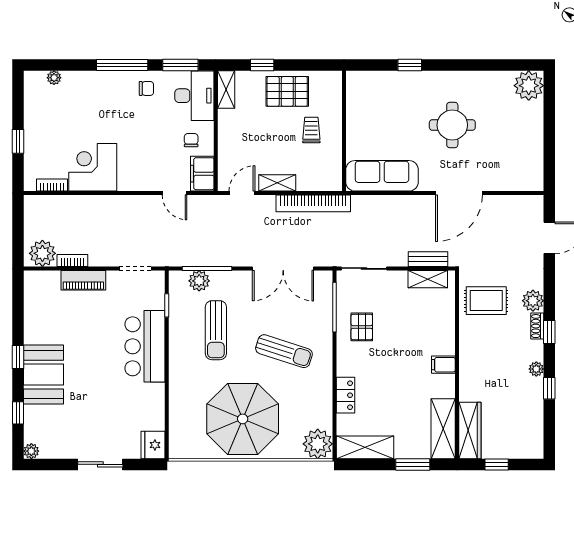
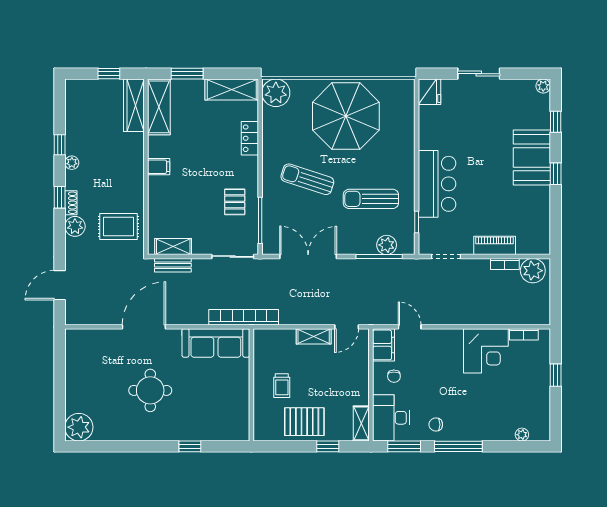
bookcase: (313, 203) -> (244, 317), moved
sun lounger: (216, 330) -> (371, 199), turned -90

